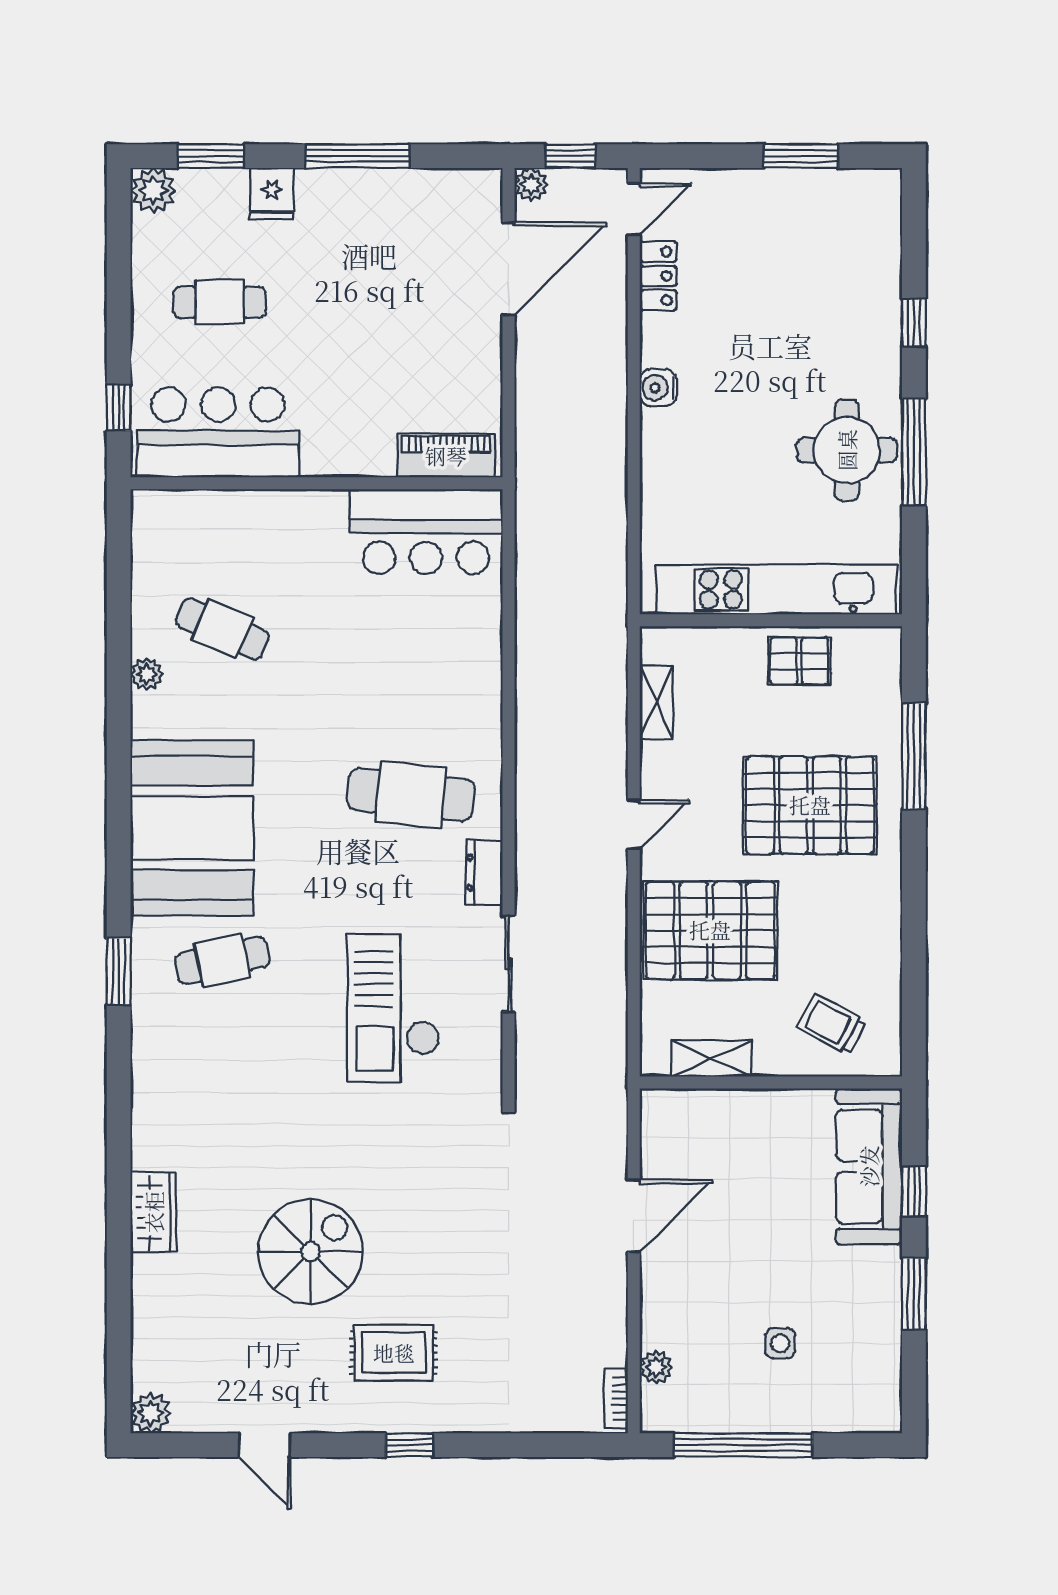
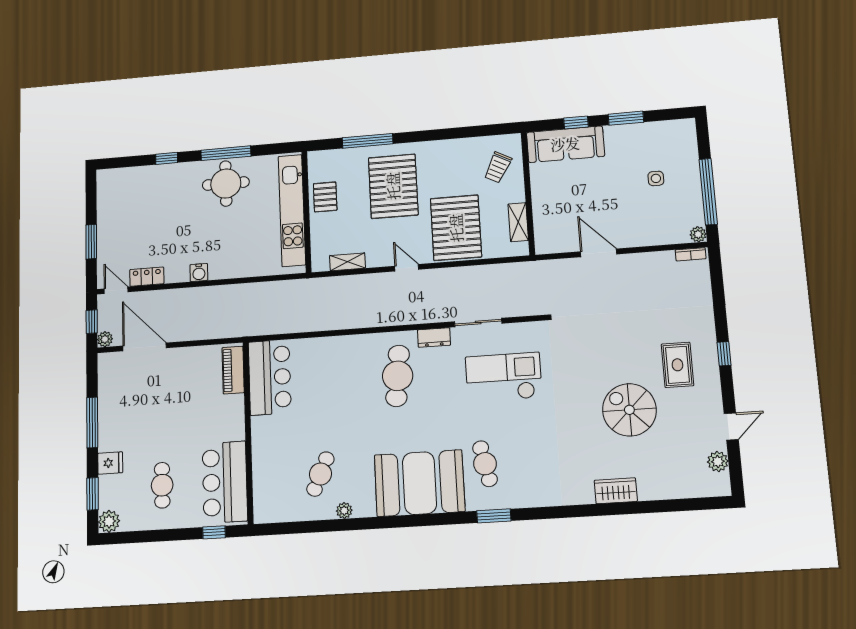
window: (801, 156) -> (91, 242), moved
checkout: (393, 1008) -> (504, 377), turned 180
plant: (656, 1367) -> (698, 234), moved
plant: (151, 1413) -> (718, 461), moved

